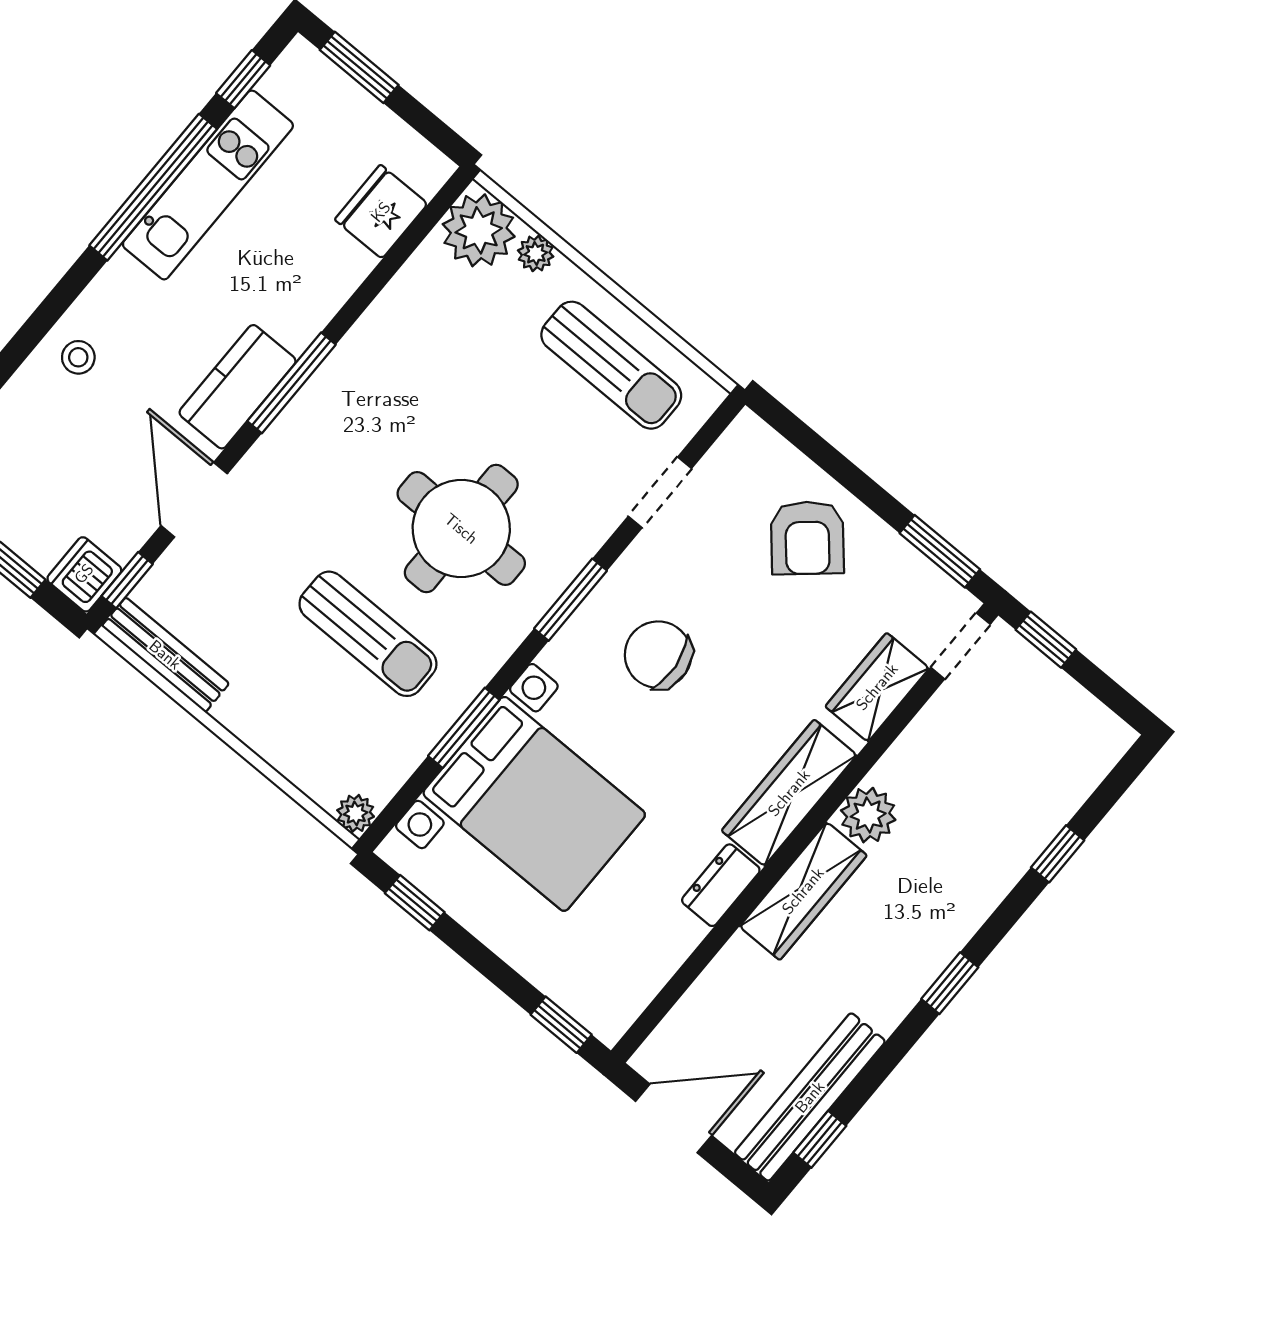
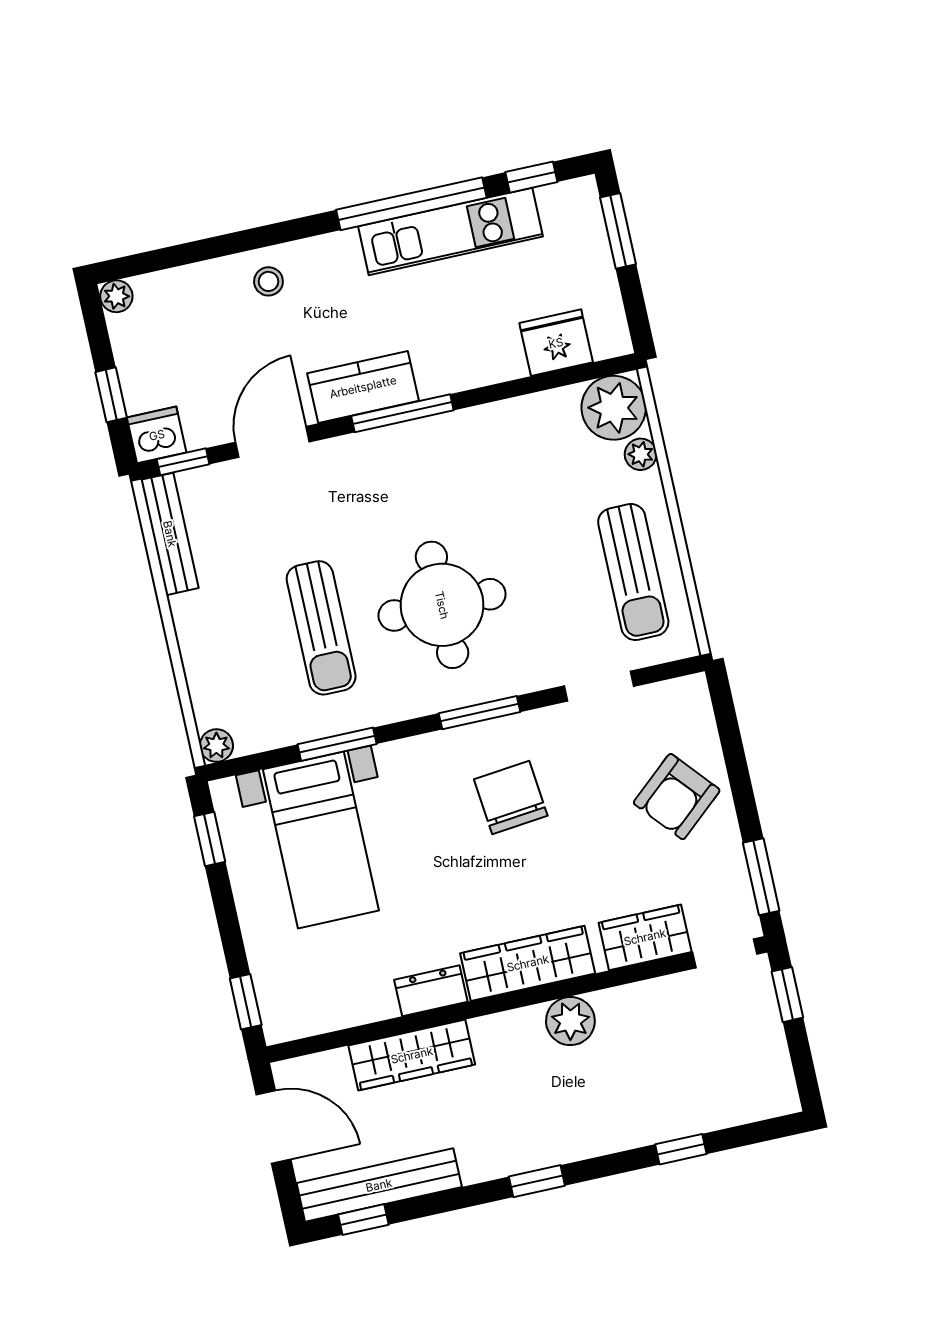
bed with nightstands: (534, 804) -> (321, 840), width x0.73
wardrobe: (803, 891) -> (412, 1055), moved

